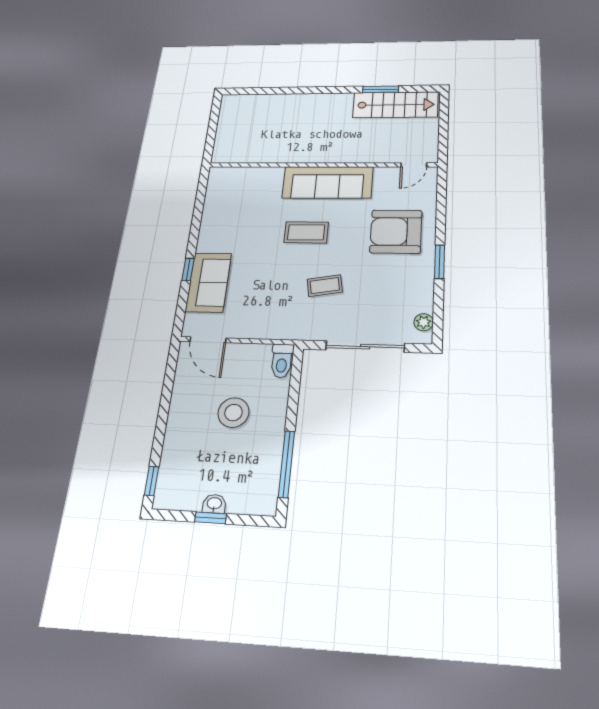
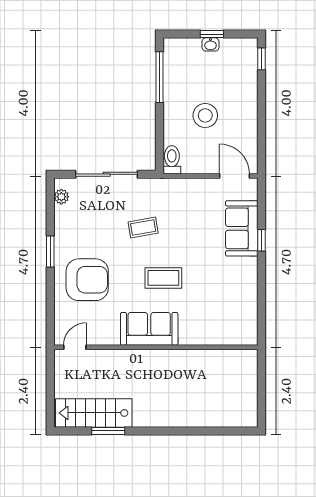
sofa: (327, 182) -> (149, 329), width x0.73

